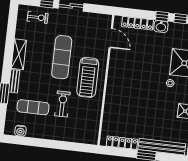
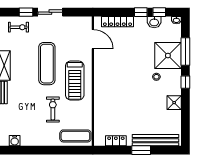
washbasin: (161, 26) -> (154, 22), moved
exercise mat: (33, 107) -> (75, 136), moved
locker: (122, 143) -> (116, 141), width x0.66

